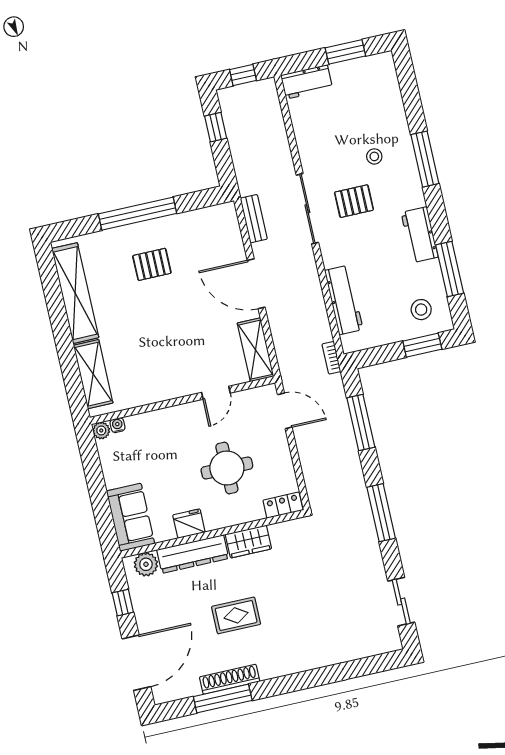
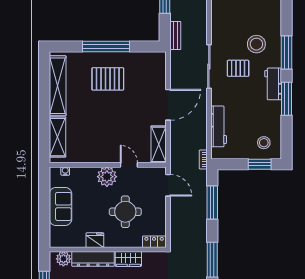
stool: (374, 156) -> (256, 44), width x1.89, depth x1.89
bench: (254, 219) -> (175, 36), moved
workbench: (420, 235) -> (273, 84), moved
pallet: (152, 264) -> (108, 79), width x1.50, depth x1.42
window: (450, 269) -> (286, 99), moved
door: (256, 284) -> (168, 105), swing flipped
door: (216, 393) -> (129, 165), swing flipped
plant: (101, 430) -> (107, 177), moved, width x1.87, depth x1.87
sofa: (130, 517) -> (61, 206), moved

